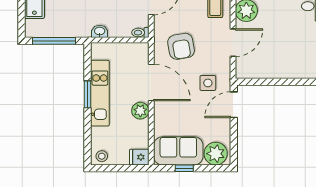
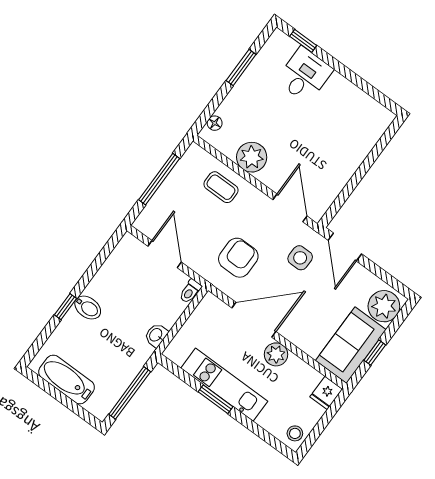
door: (233, 43) -> (290, 208), moved
armchair: (181, 46) -> (238, 258), turned -80

